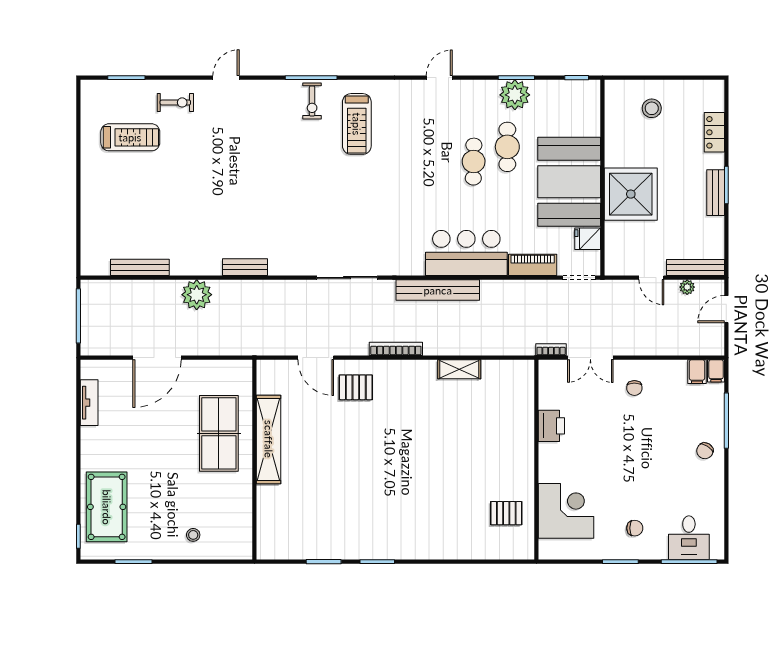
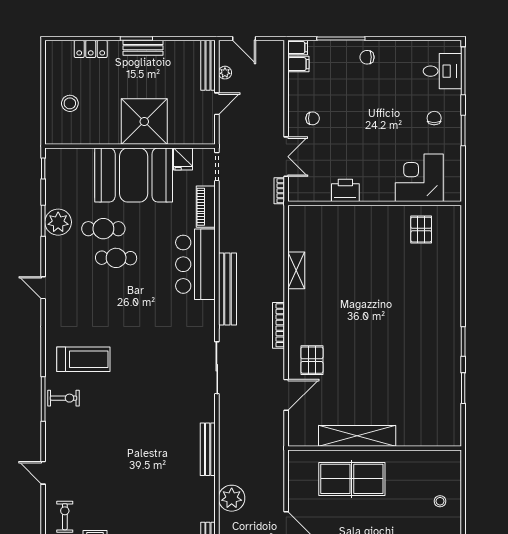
bench: (245, 267) -> (208, 449), width x1.36
chair: (705, 451) -> (367, 57), turned 148

